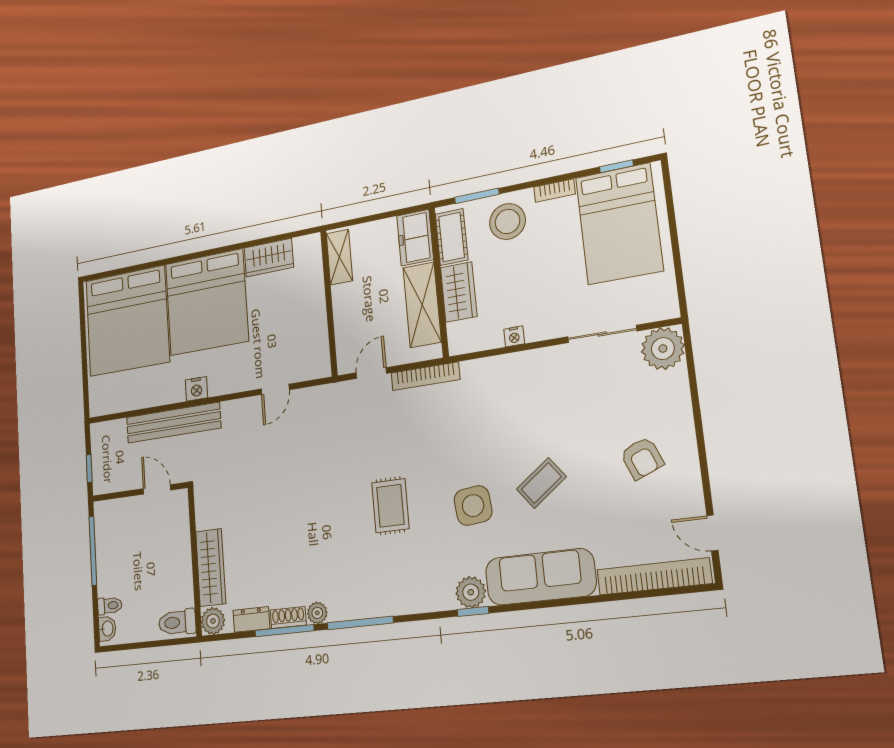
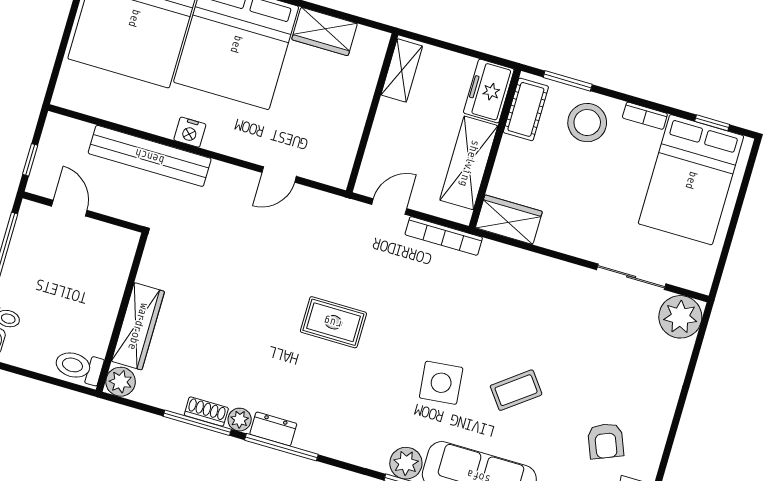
wardrobe: (459, 292) -> (509, 220), moved, turned -90
nightstand: (514, 336) -> (547, 239), removed
armchair: (642, 458) -> (606, 441), moved
door: (157, 489) -> (69, 208), moved
rug: (390, 506) -> (333, 322), moved, turned 90
dresser: (251, 619) -> (273, 429), moved

